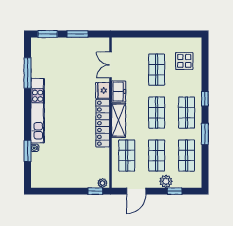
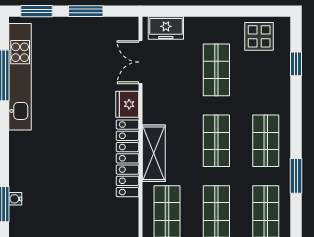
display table: (184, 61) -> (259, 36), moved
freezer: (119, 91) -> (166, 28), moved, turned 90
window: (205, 99) -> (296, 64), moved
kitchen unit: (38, 111) -> (20, 77), moved

